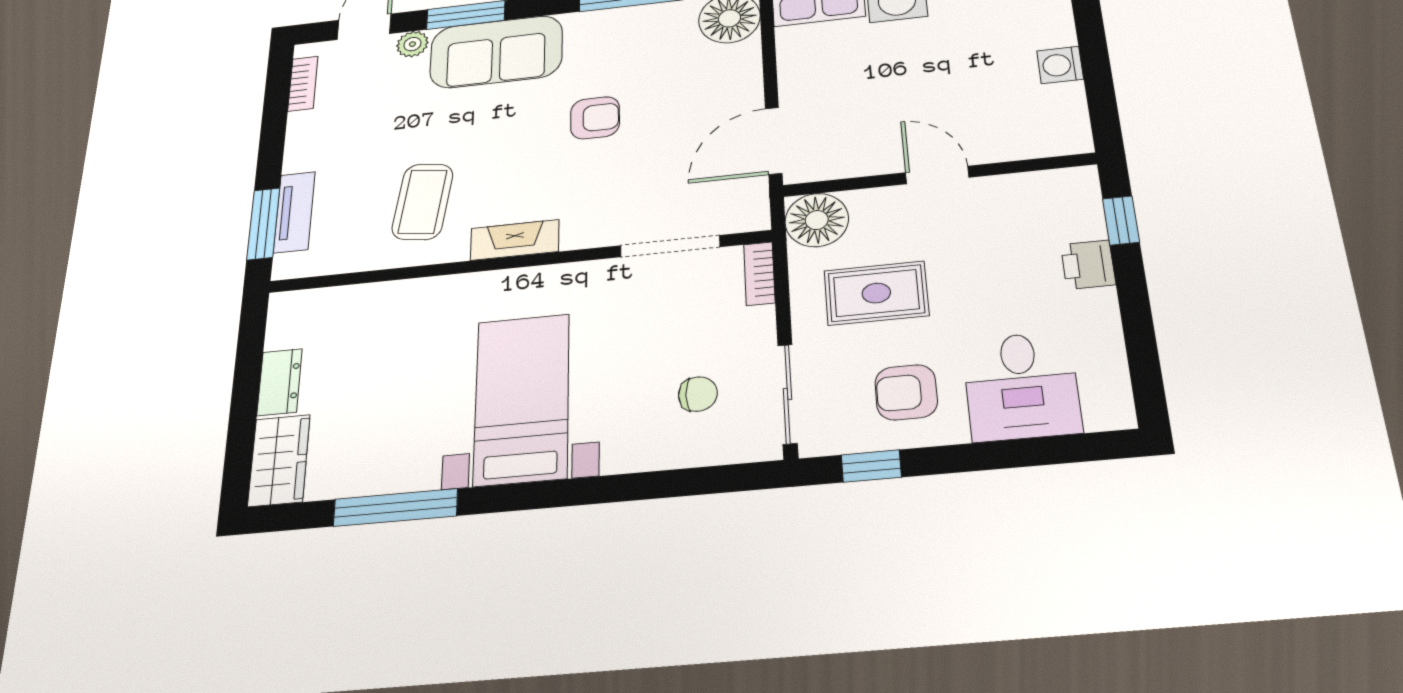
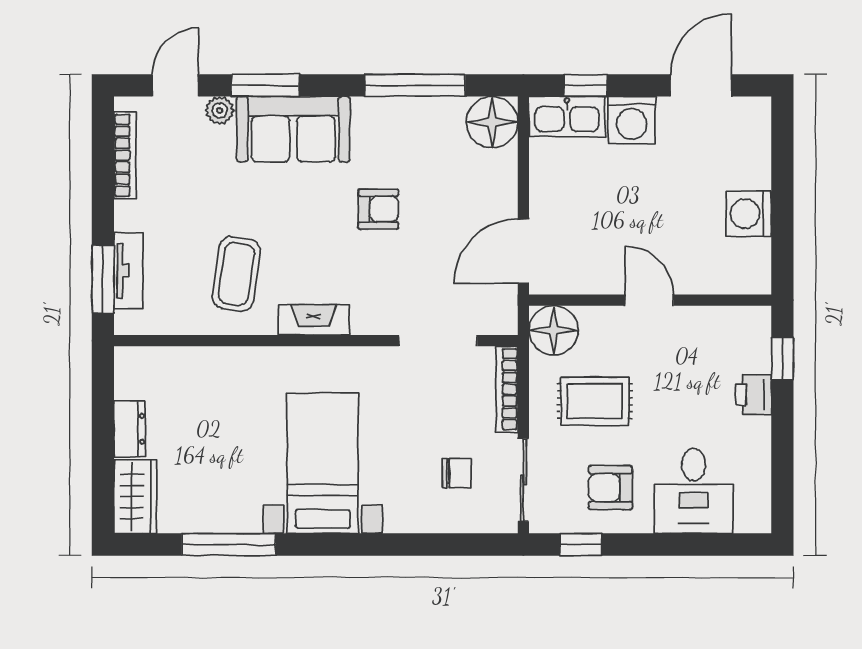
washing machine: (1060, 65) -> (749, 214), width x1.38, depth x1.38
bookcase: (303, 84) -> (125, 155), width x1.56
bookcase: (759, 274) -> (507, 389), width x1.56

